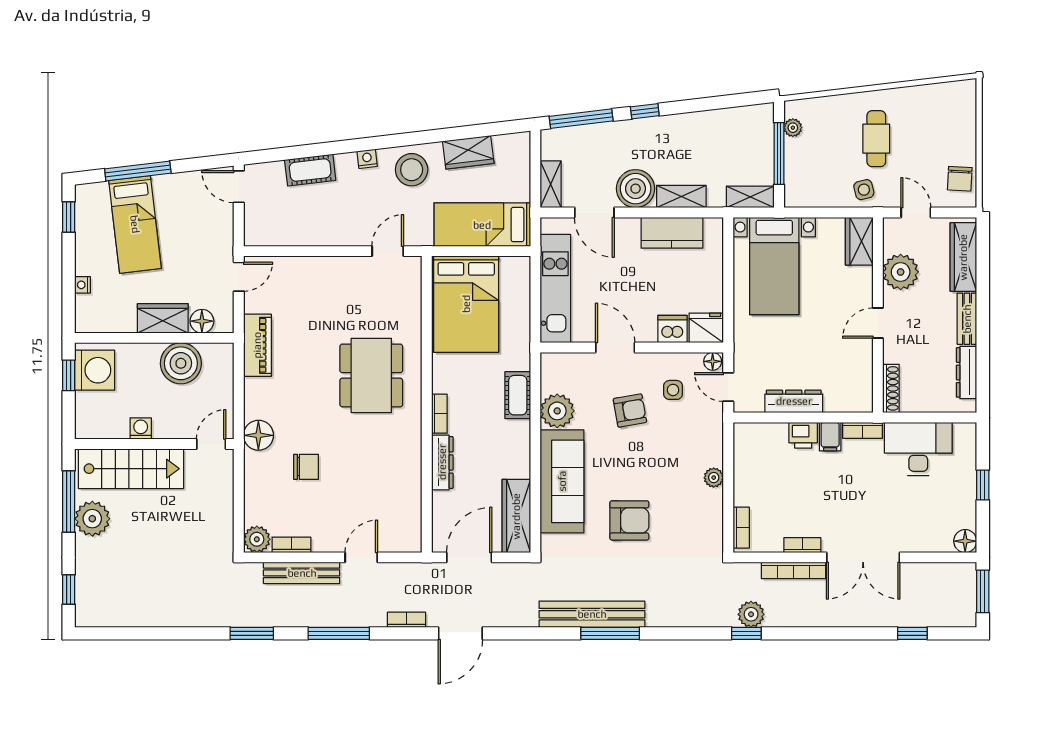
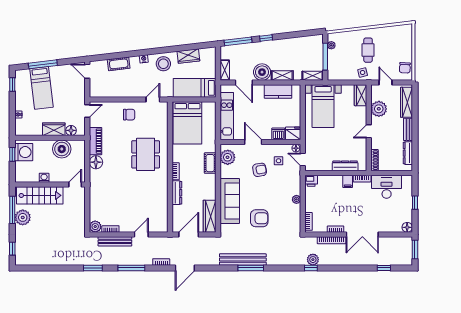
dresser: (794, 401) -> (345, 166), moved
plant: (557, 411) -> (228, 157), moved
floor lamp: (258, 435) -> (96, 162), moved
printer: (803, 435) -> (311, 181), moved
chair: (306, 467) -> (129, 115), moved

